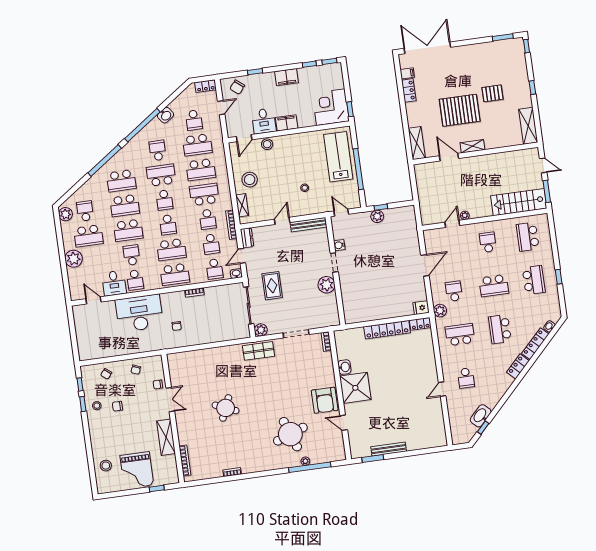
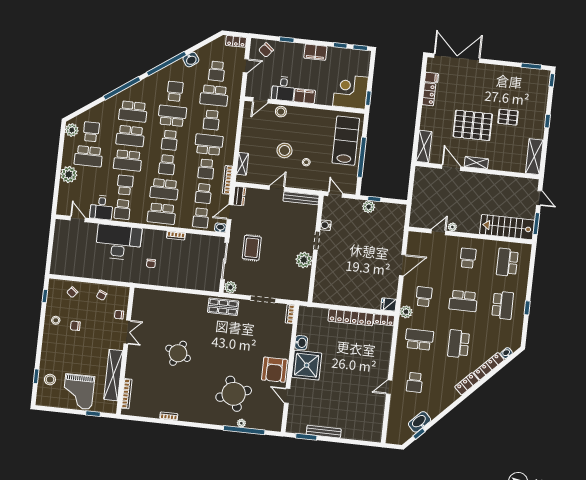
school desk: (201, 170) -> (211, 120), width x0.54
stool: (250, 180) -> (284, 150), moved
window: (83, 404) -> (36, 376), moved
shelving: (166, 437) -> (113, 375), width x1.47

